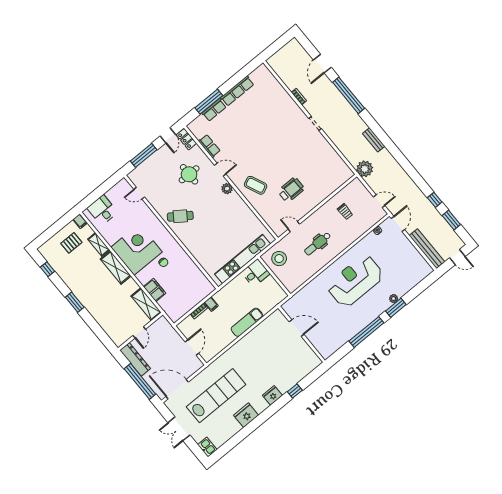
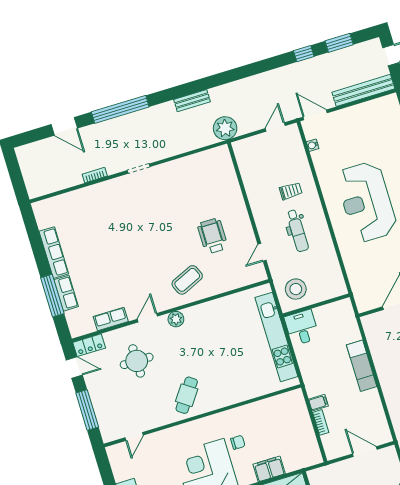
trolley: (345, 212) -> (291, 191), moved

